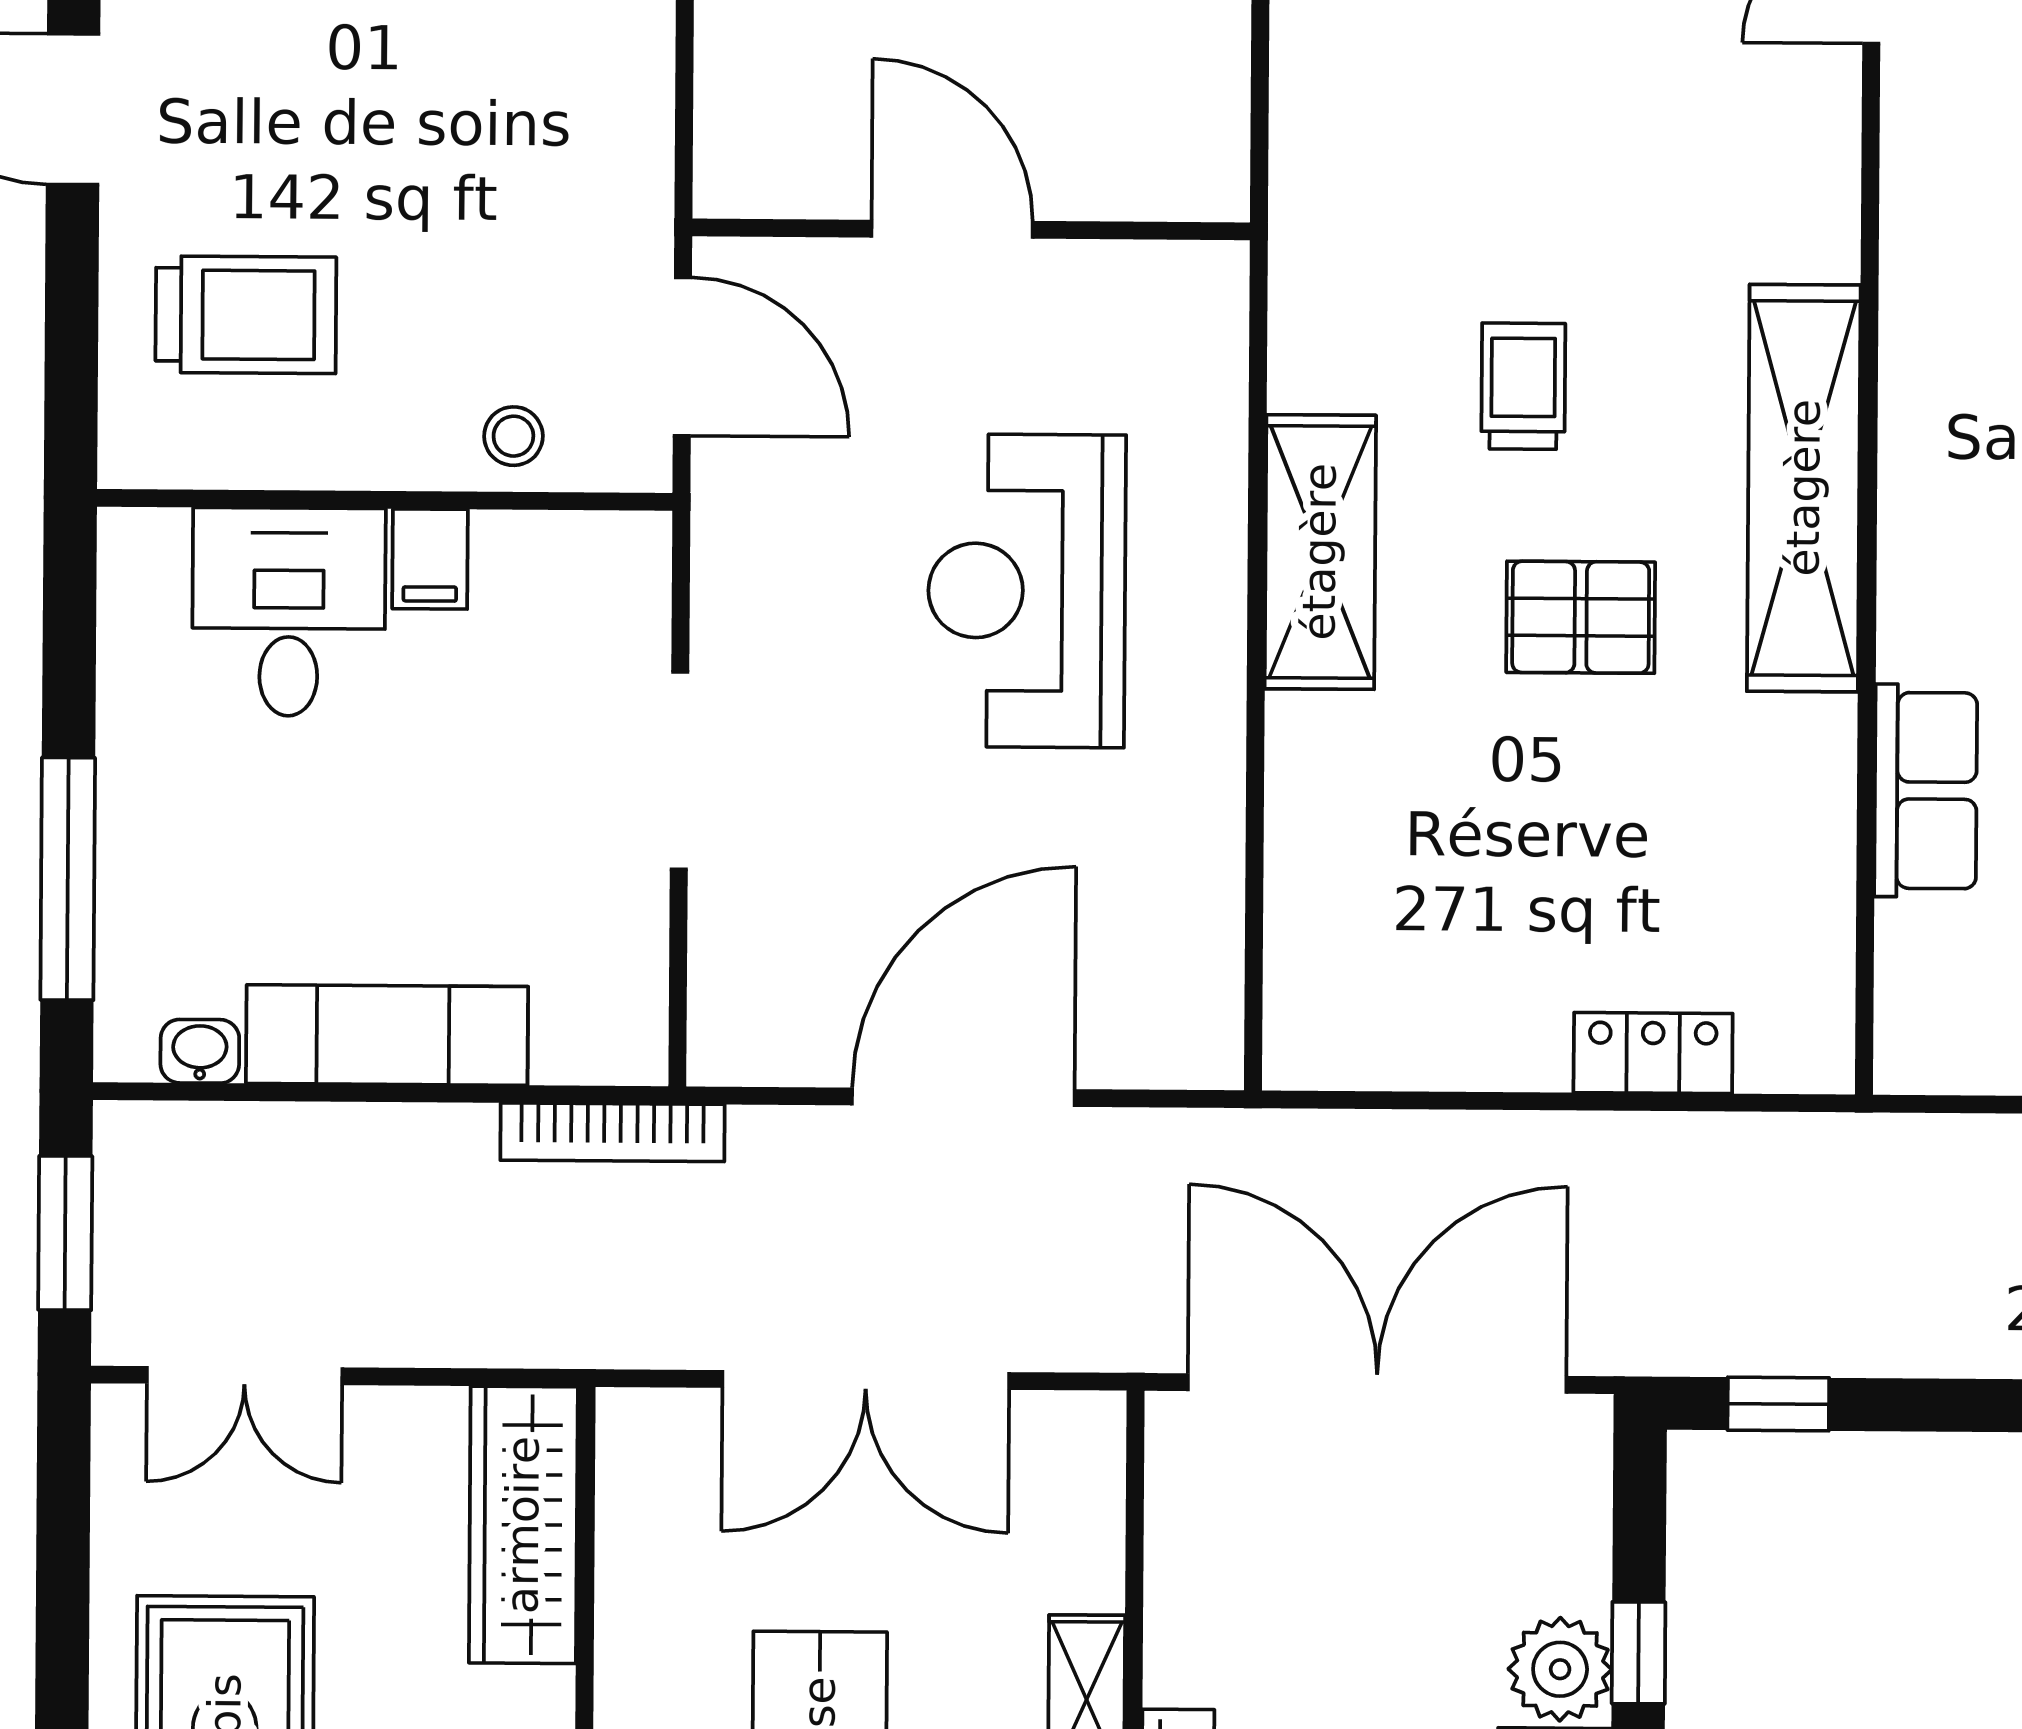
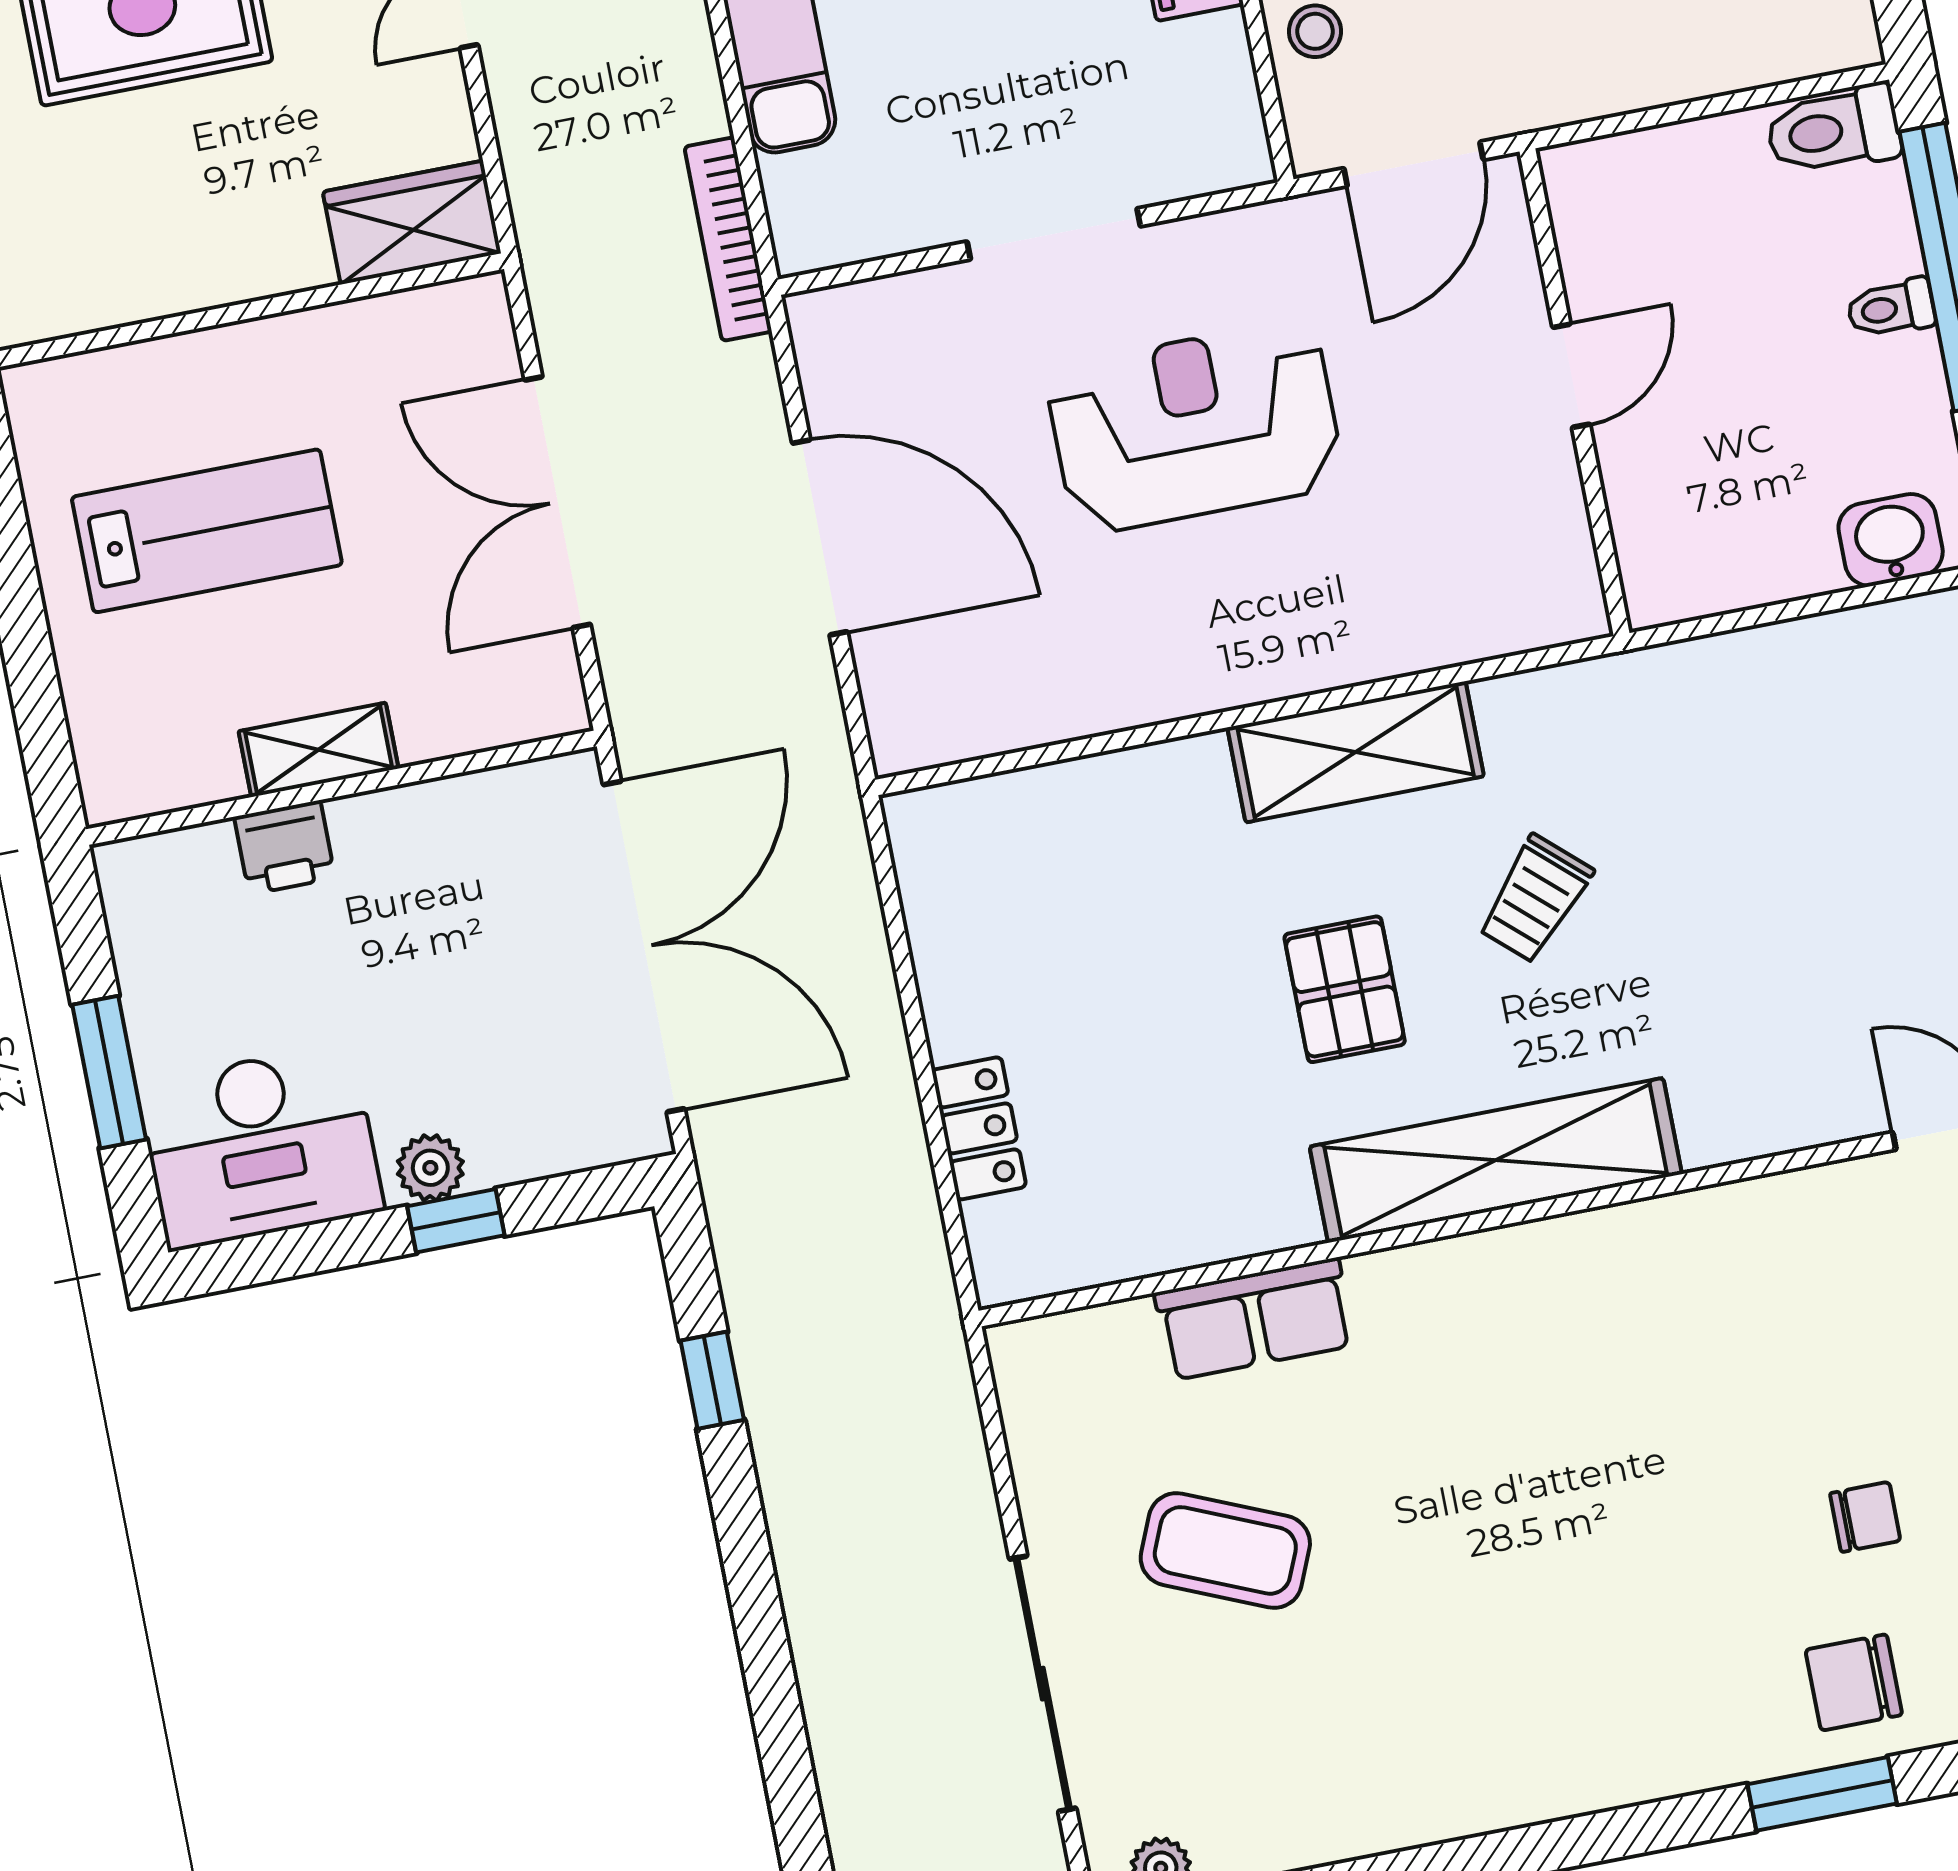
door: (952, 229) -> (1571, 376), width x0.73
trolley: (1523, 386) -> (1535, 899), turned 132
reception desk: (1027, 591) -> (1195, 427), moved
window: (1778, 1404) -> (712, 1380), moved
wardrobe: (523, 1525) -> (412, 223), width x0.67
plant: (1560, 1669) -> (430, 1168), width x0.73, depth x0.73

